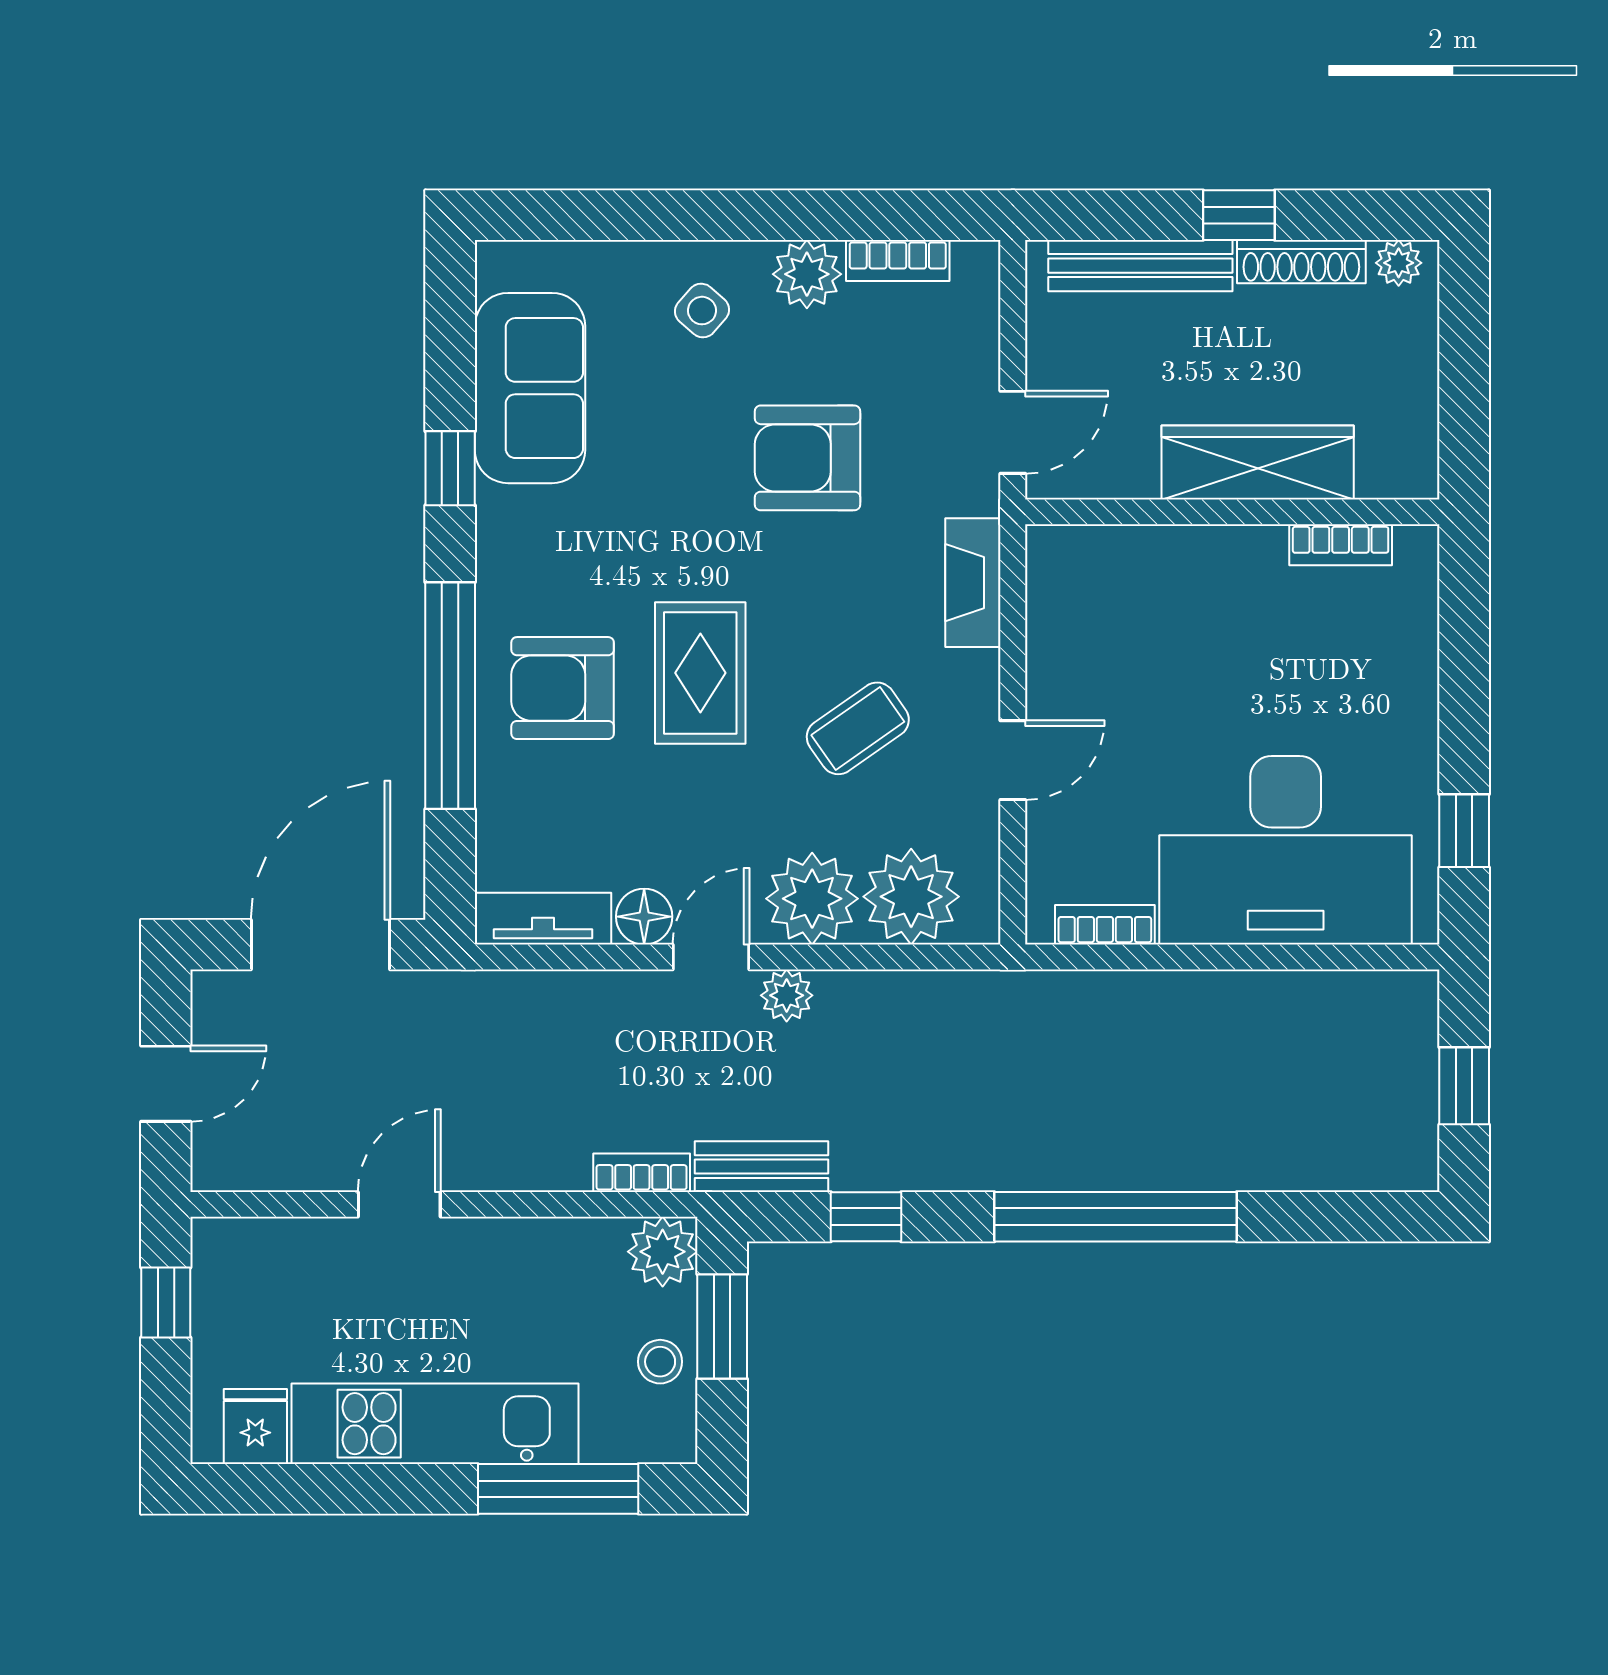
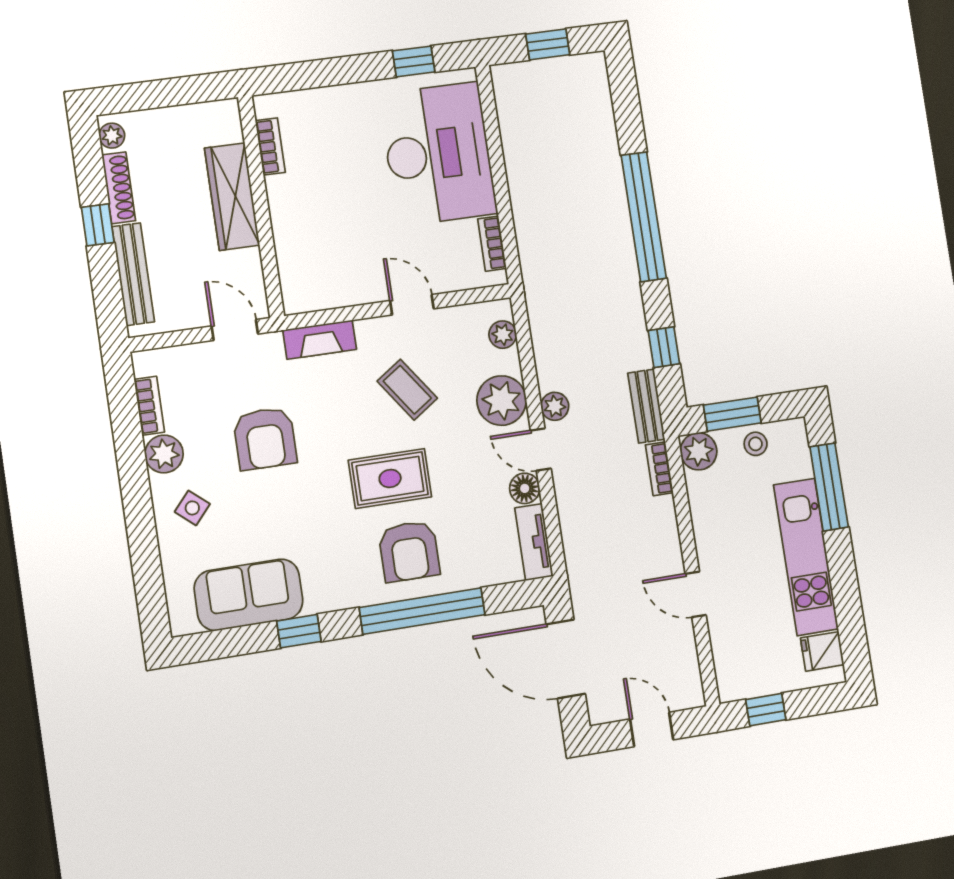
plant: (911, 897) -> (503, 335), width x0.53, depth x0.53

